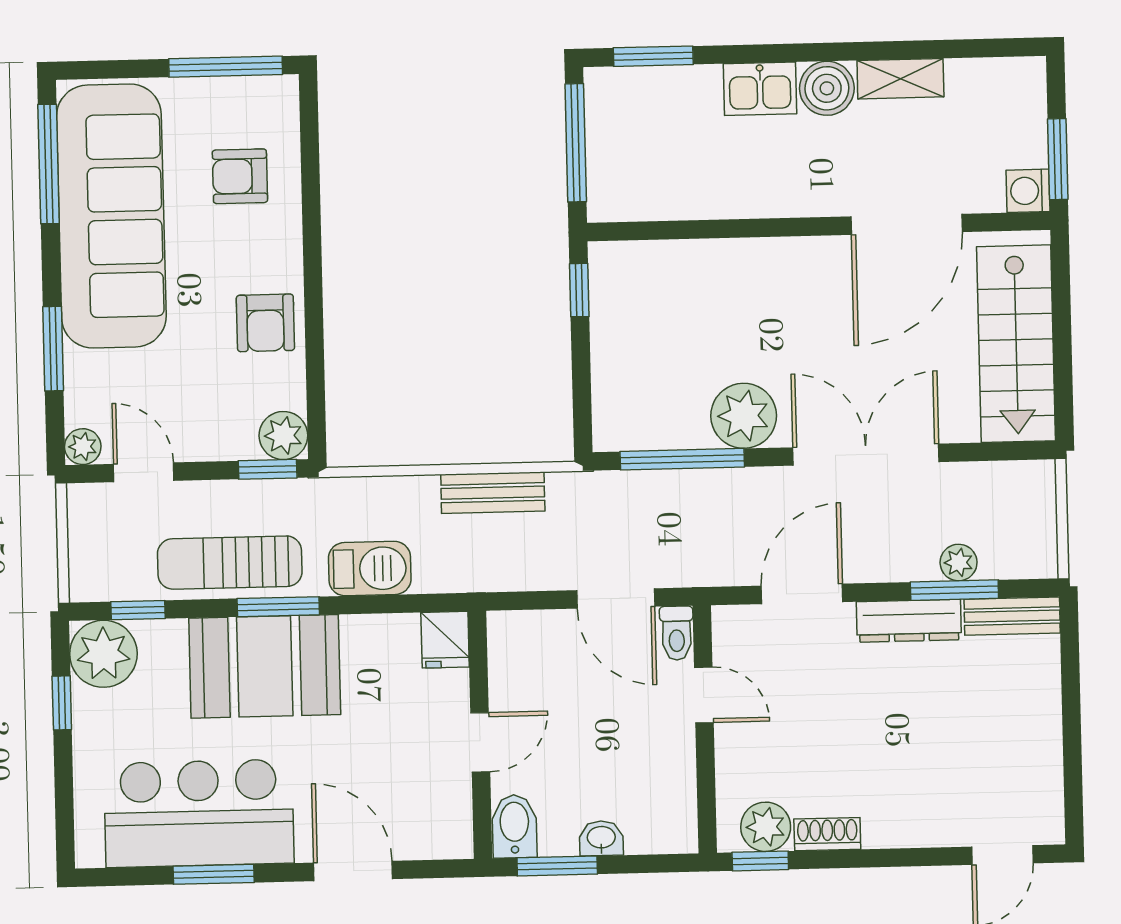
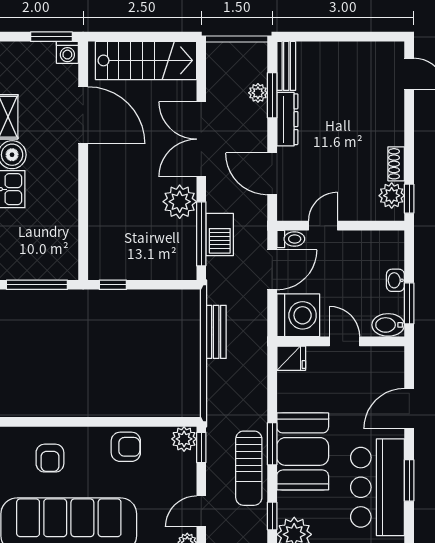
barbecue: (370, 569) -> (220, 234), moved, turned 180
washing machine: (529, 651) -> (298, 315), added

